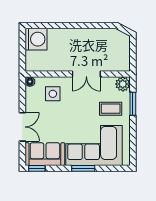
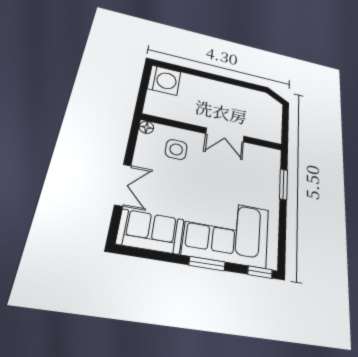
plant: (123, 84) -> (271, 157), removed
coffee table: (111, 109) -> (254, 185), removed
window: (37, 168) -> (260, 272), moved

